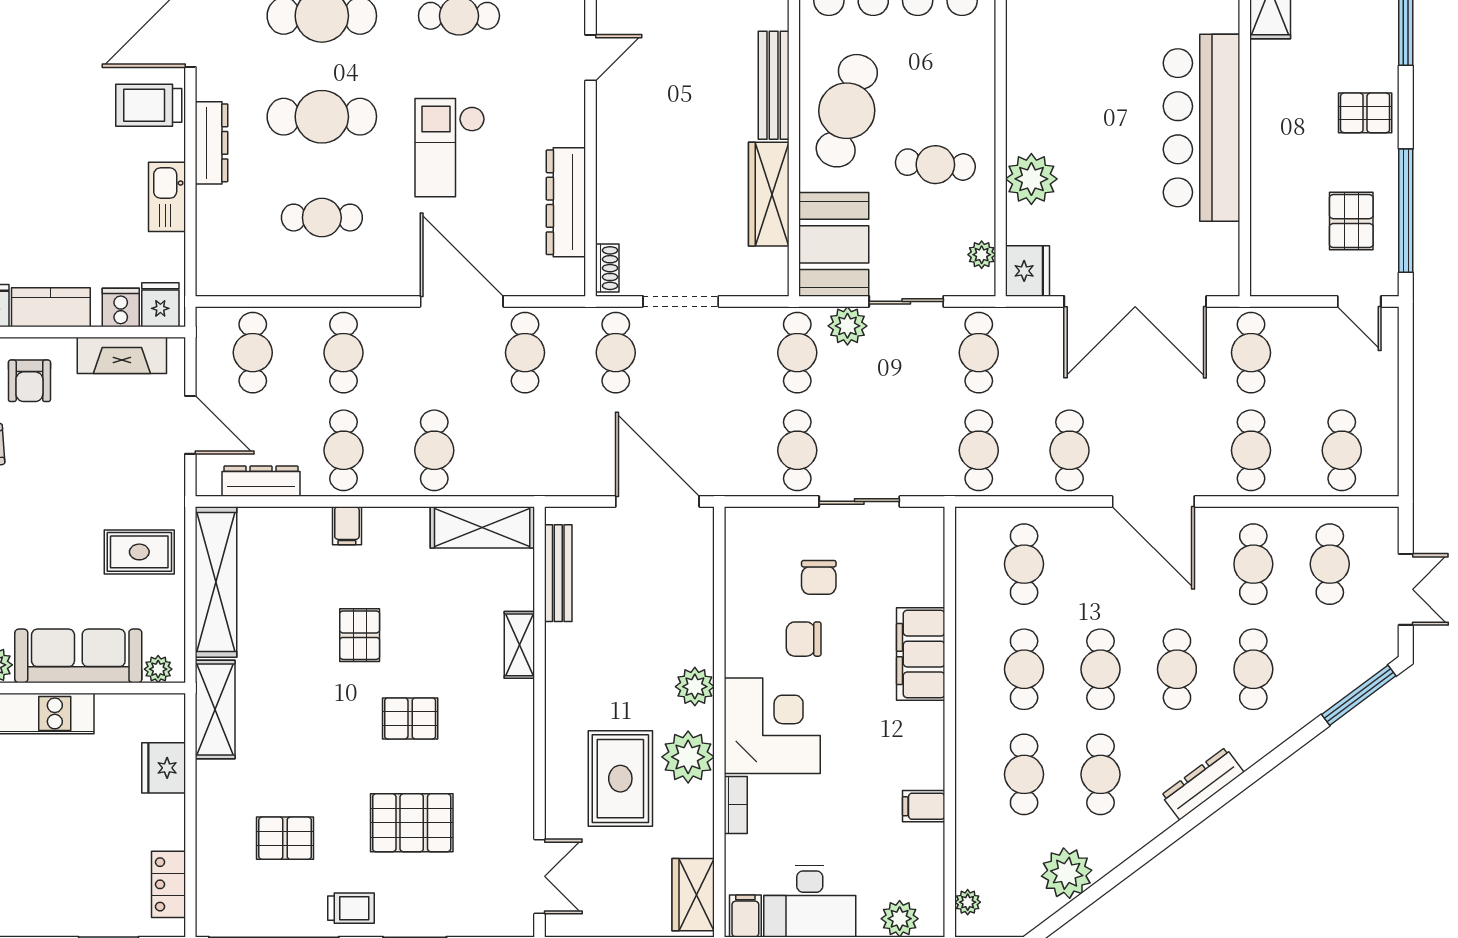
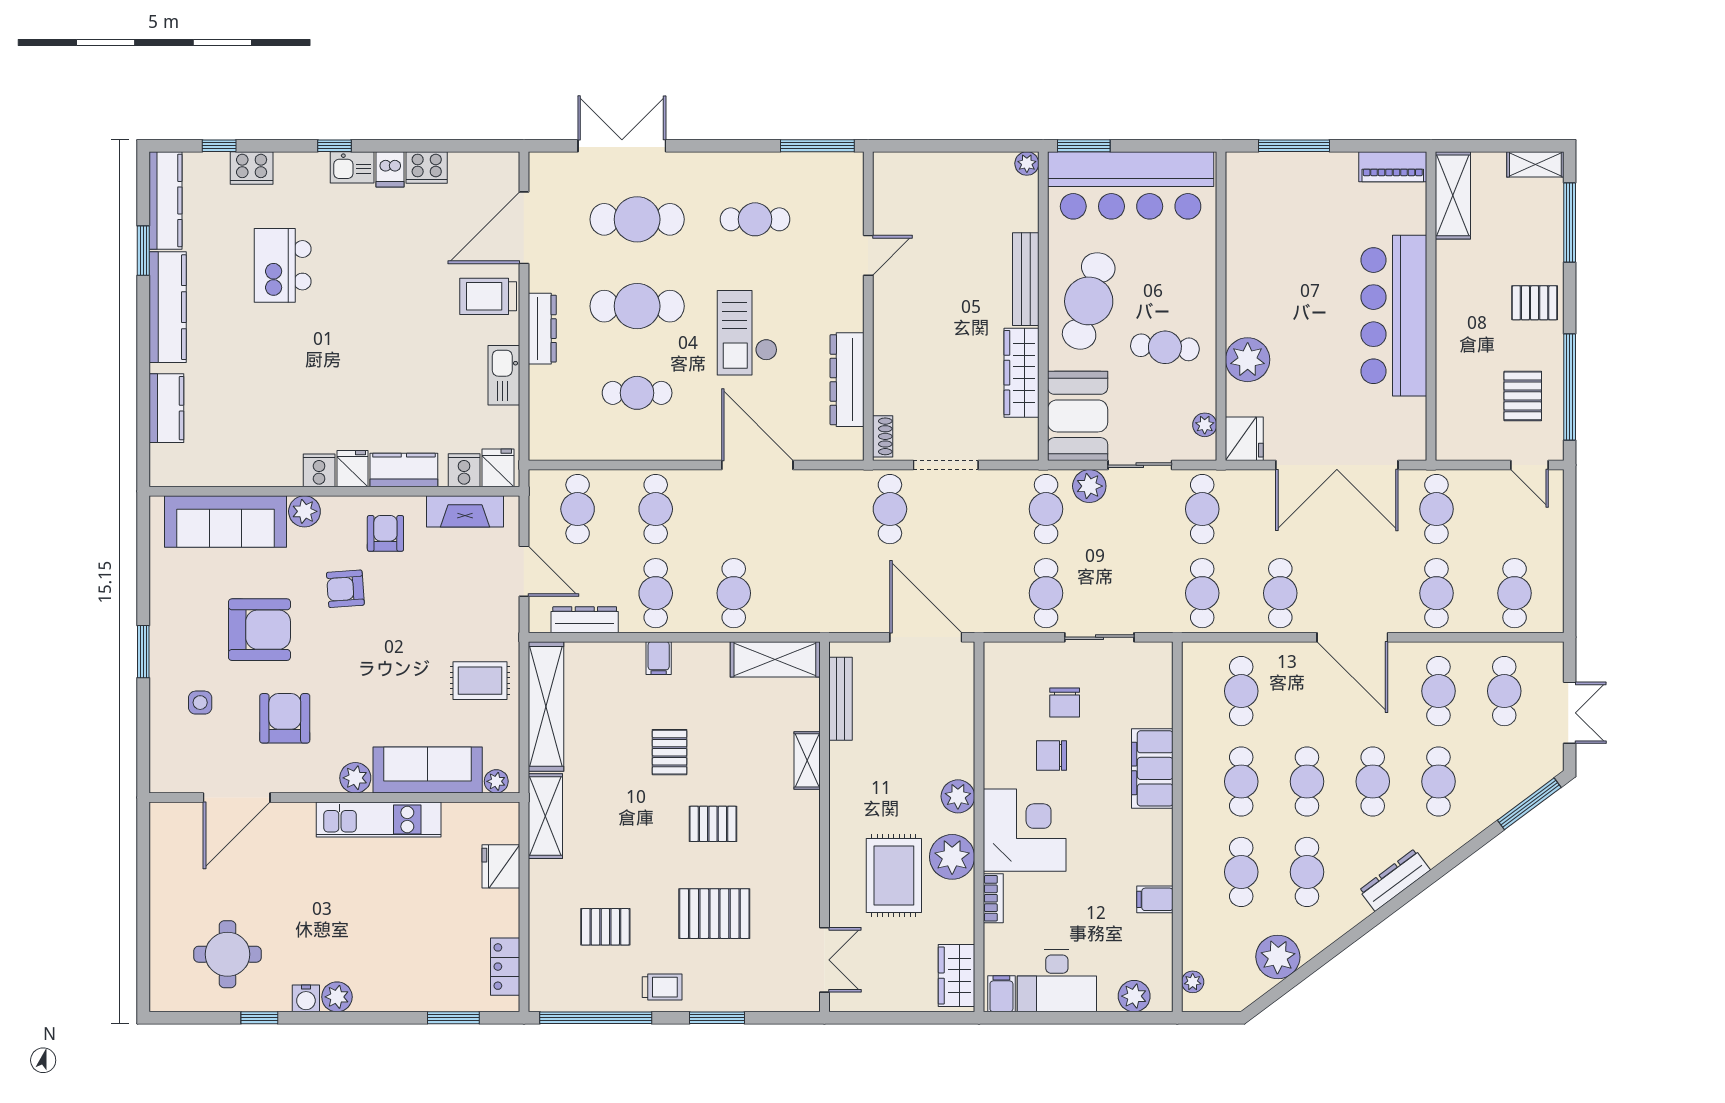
cafe table: (525, 353) -> (812, 509), removed
armchair: (29, 381) -> (385, 533), turned 180

